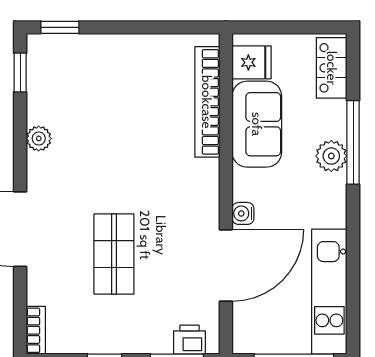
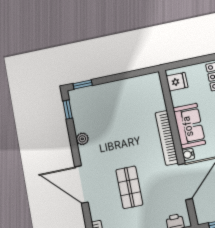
bookcase: (207, 102) -> (167, 138), moved
sofa: (257, 124) -> (189, 126), moved

